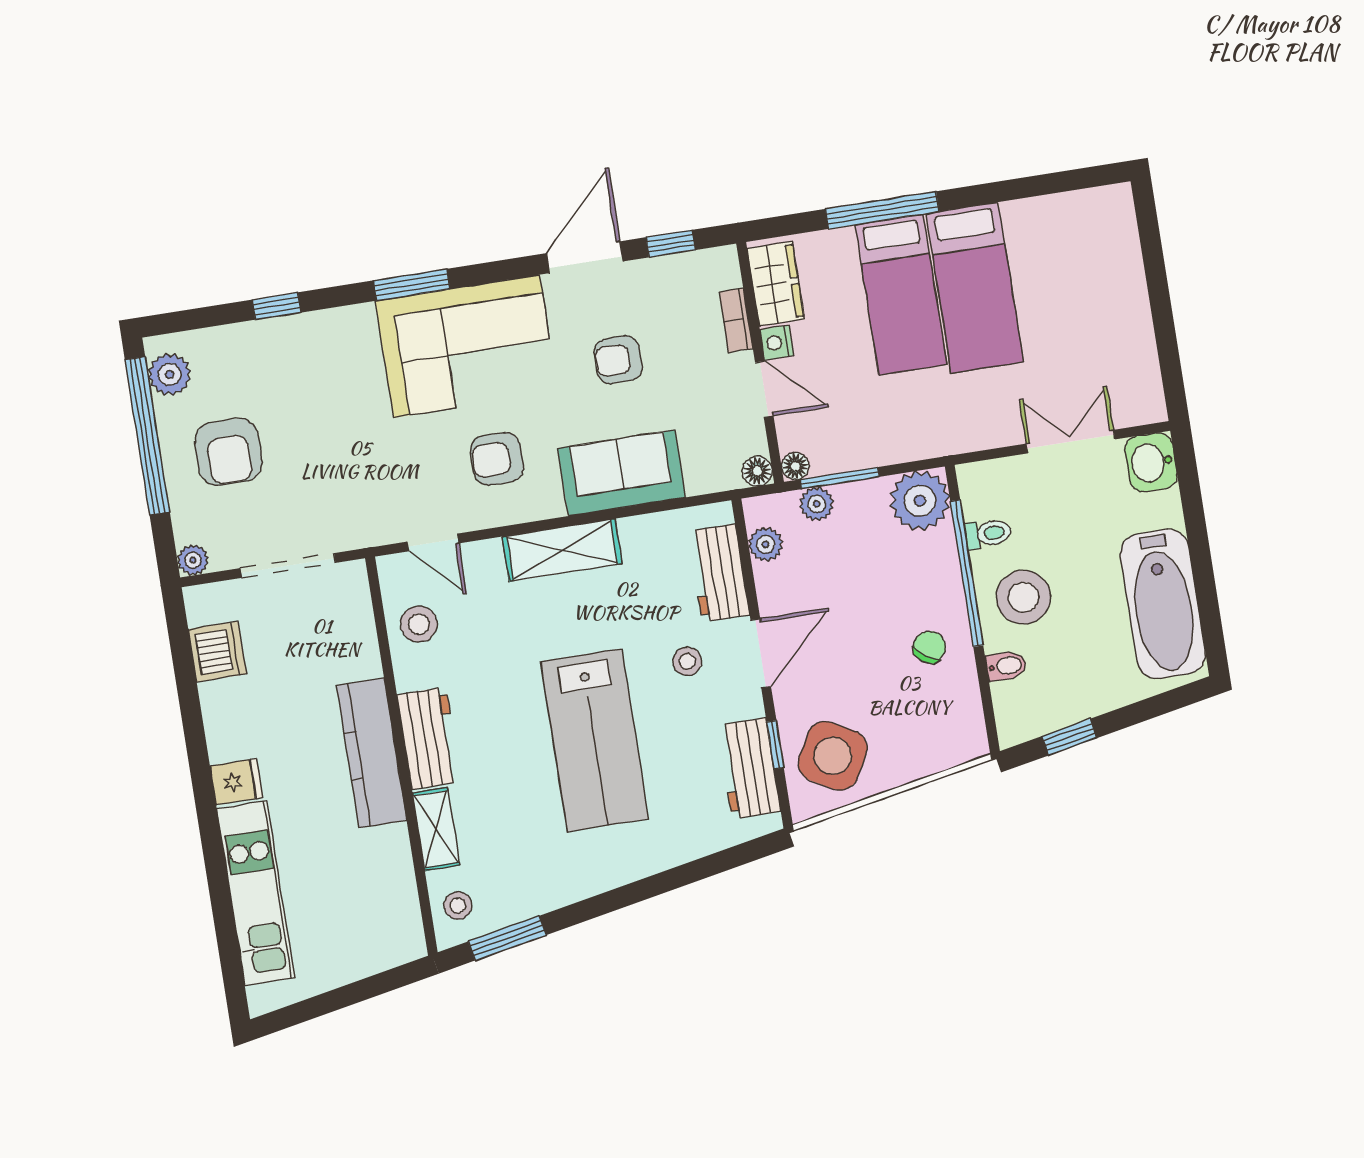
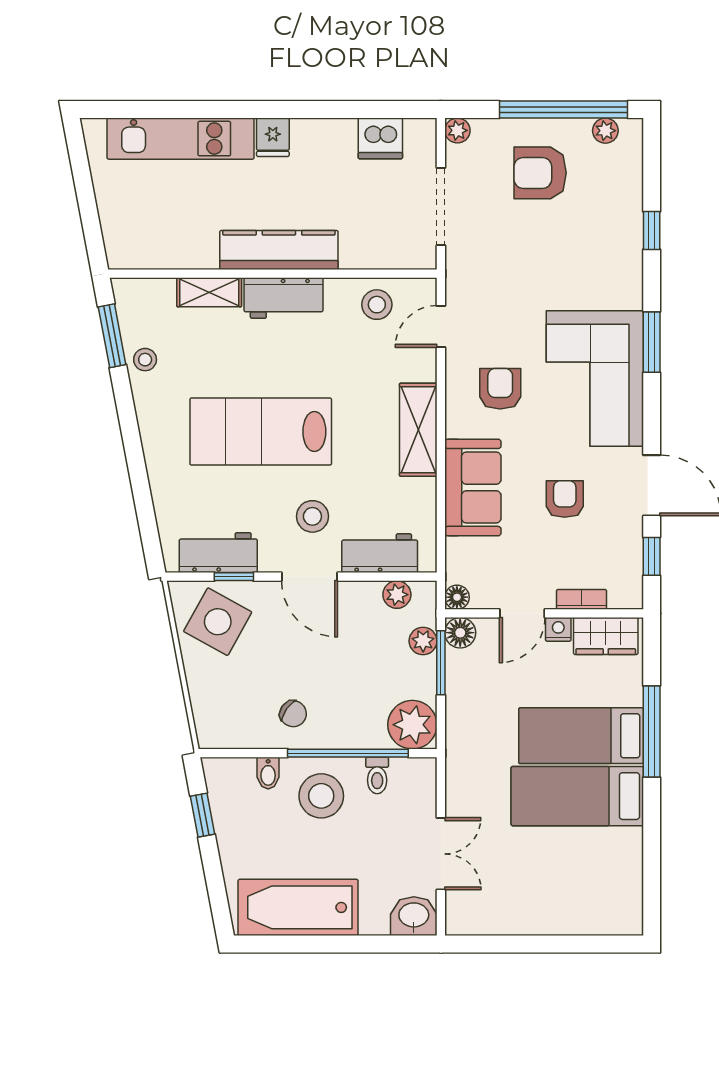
plant: (170, 374) -> (605, 131), width x0.73, depth x0.73
floor lamp: (795, 466) -> (460, 633), width x1.37, depth x1.37
stool: (687, 661) -> (312, 516), width x1.37, depth x1.37
stool: (458, 906) -> (145, 360), moved

